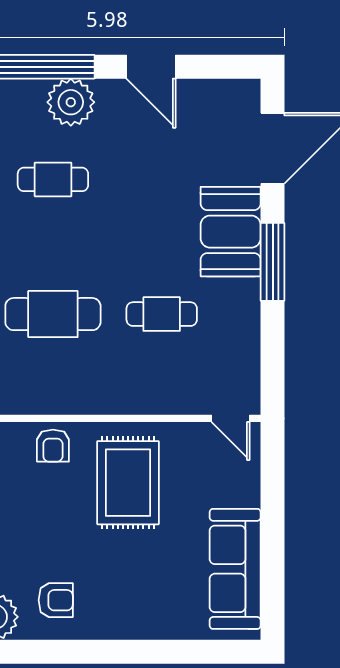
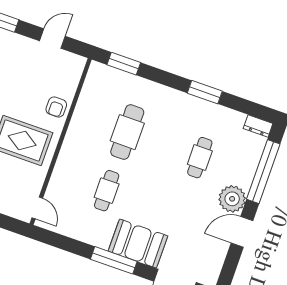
plant: (71, 102) -> (232, 199), moved
door: (231, 418) -> (37, 208), swing flipped
armchair: (53, 446) -> (56, 107), turned -90

